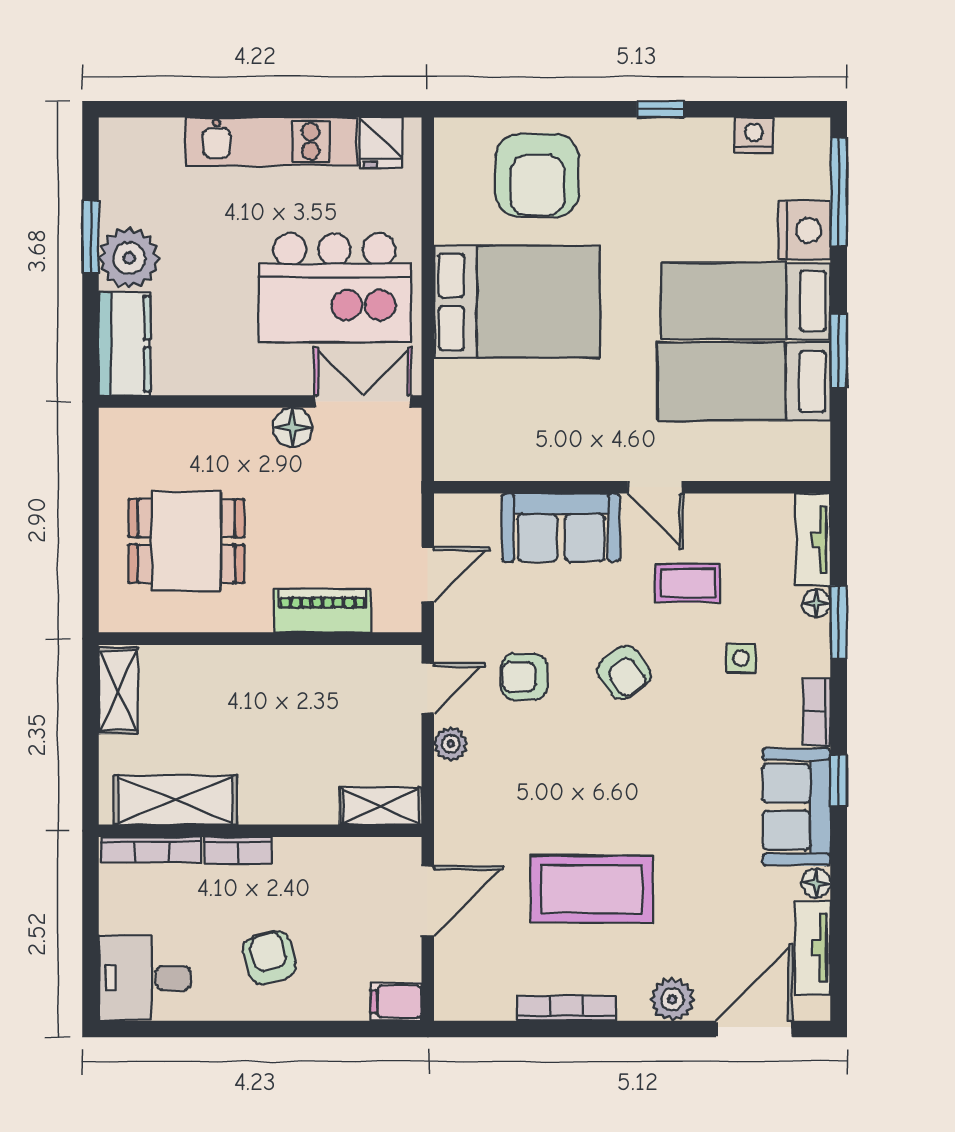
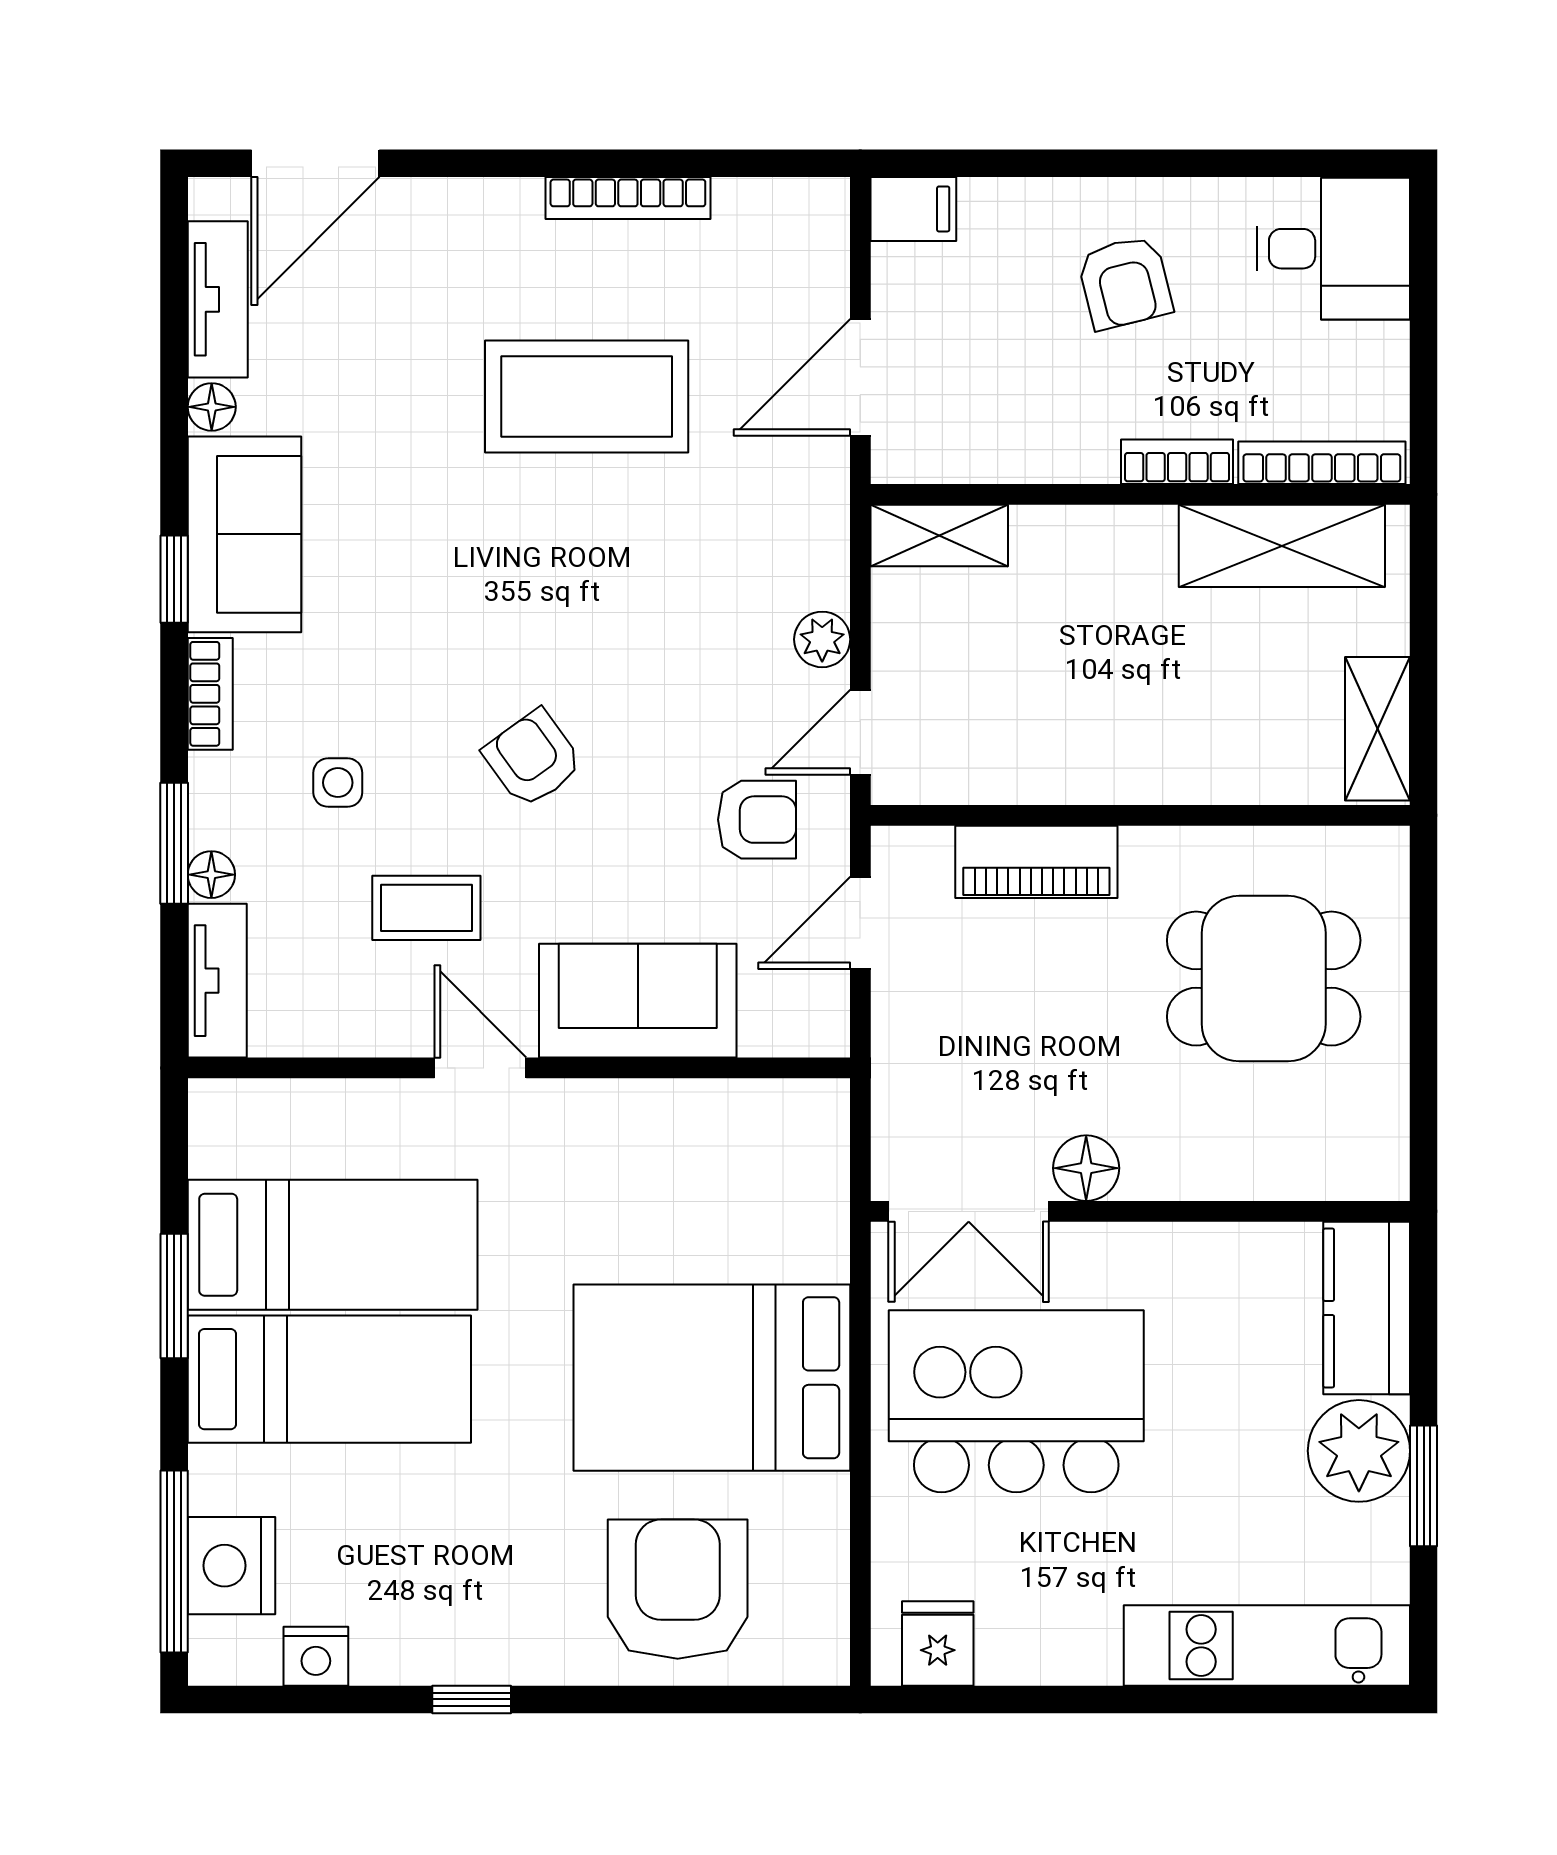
kitchen unit: (271, 142) -> (1267, 1646), moved
nightstand: (804, 230) -> (231, 1566), moved
armchair: (524, 677) -> (757, 820), moved
plant: (672, 999) -> (452, 213), removed

